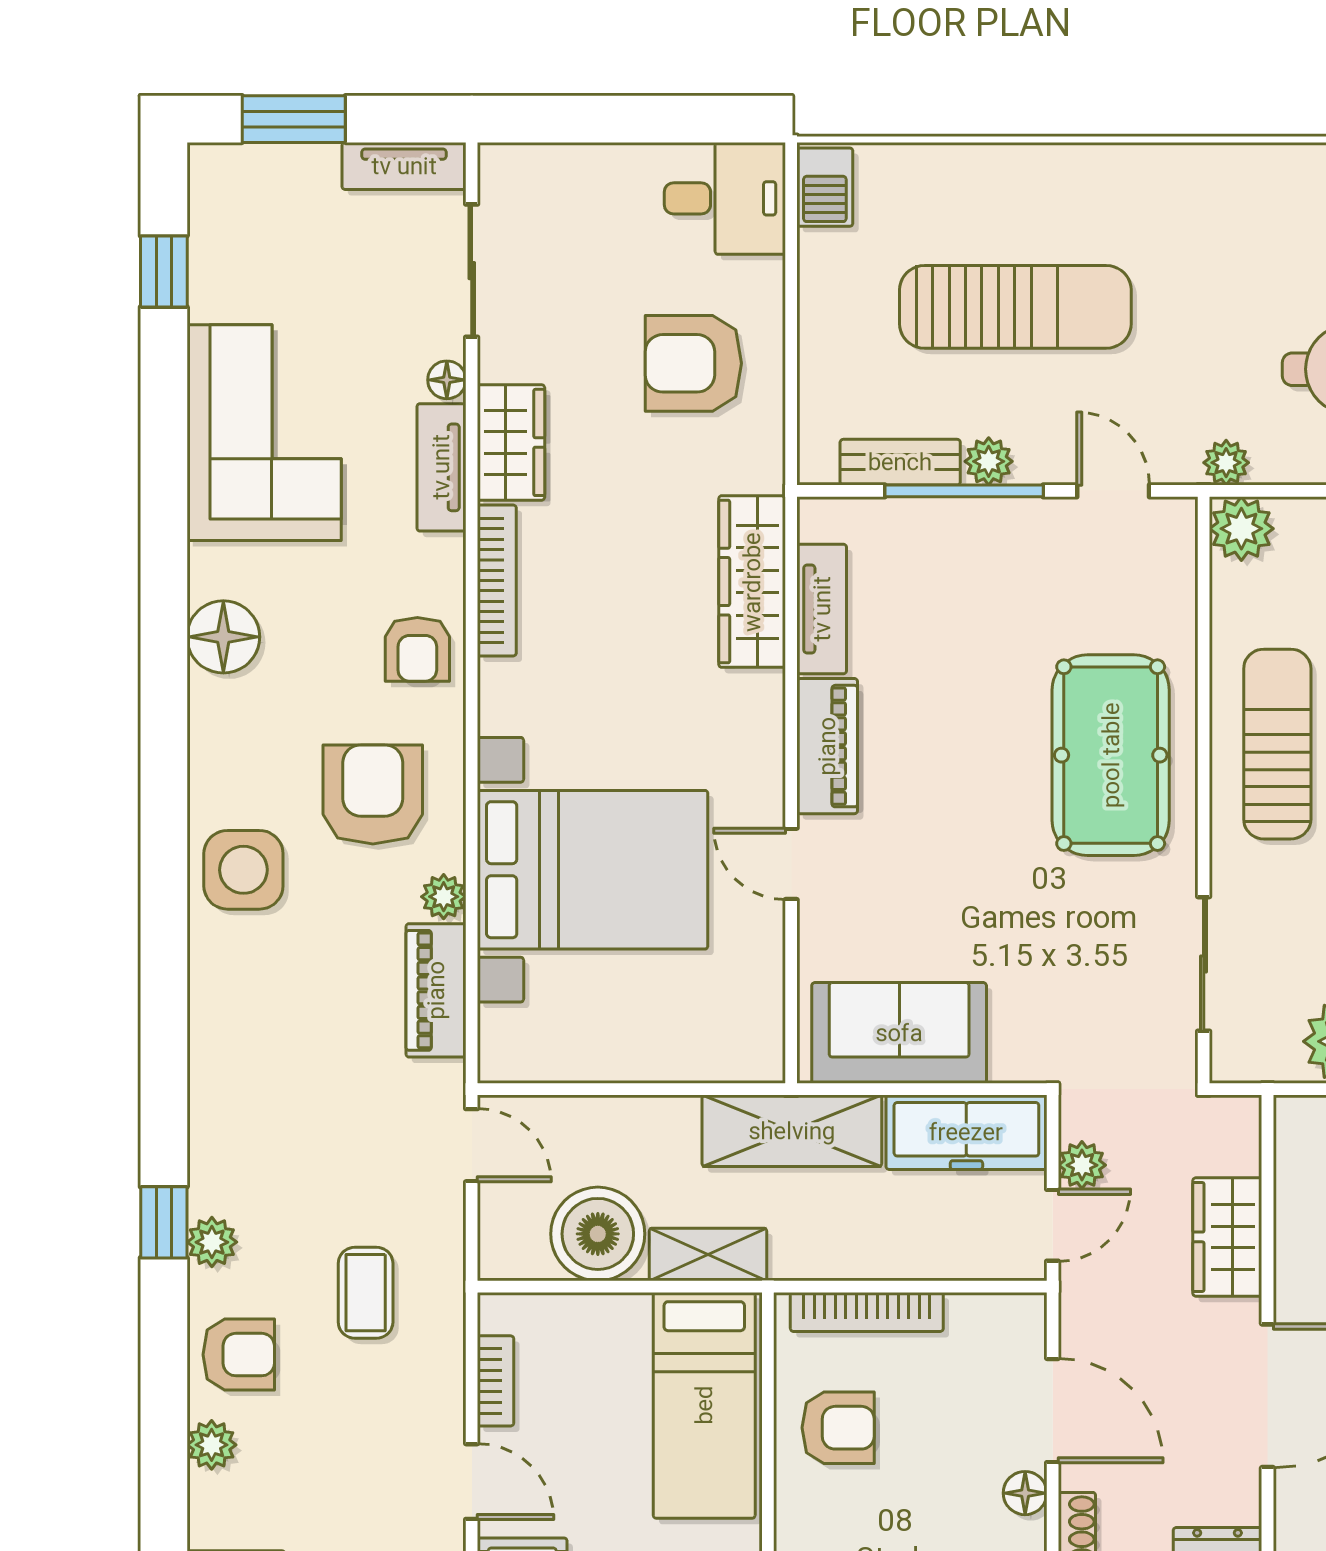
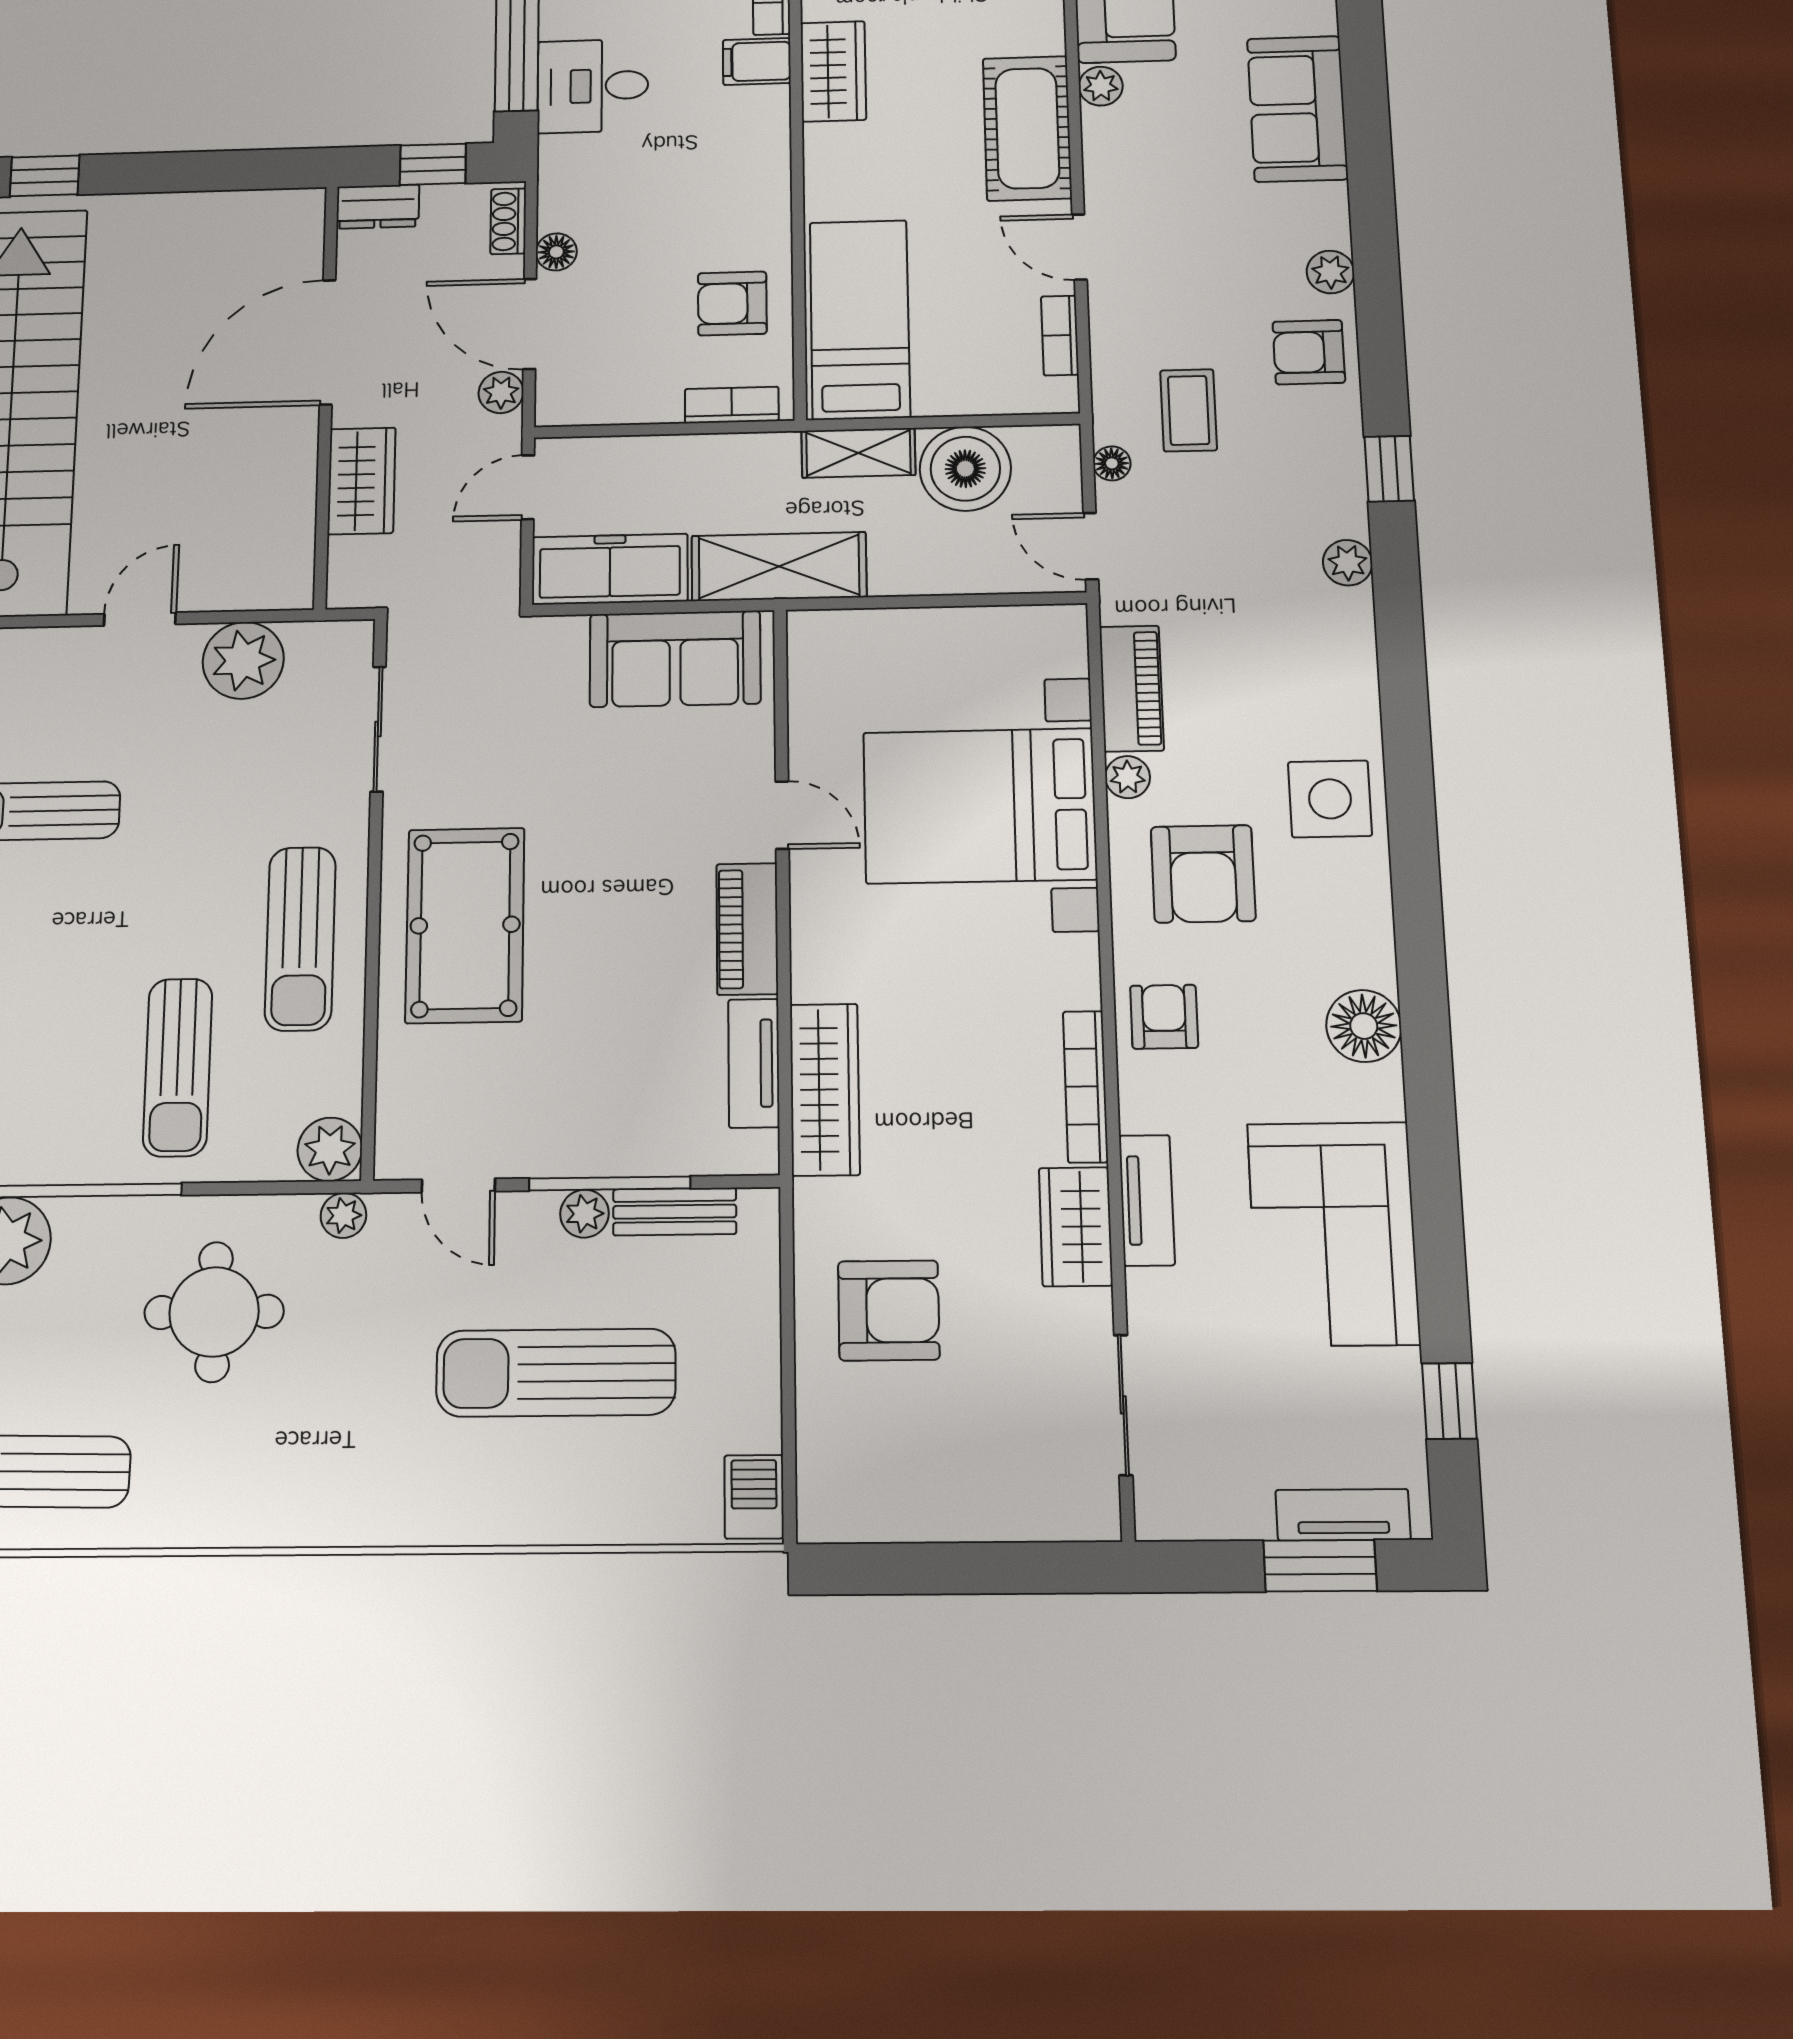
tv unit: (404, 166) -> (1343, 1515), moved
desk: (725, 198) -> (859, 1484), removed
floor lamp: (447, 380) -> (1112, 463), moved
plant: (1082, 1165) -> (501, 392), moved
plant: (212, 1242) -> (1348, 563), moved
bookcase: (867, 1312) -> (732, 405), width x0.64

